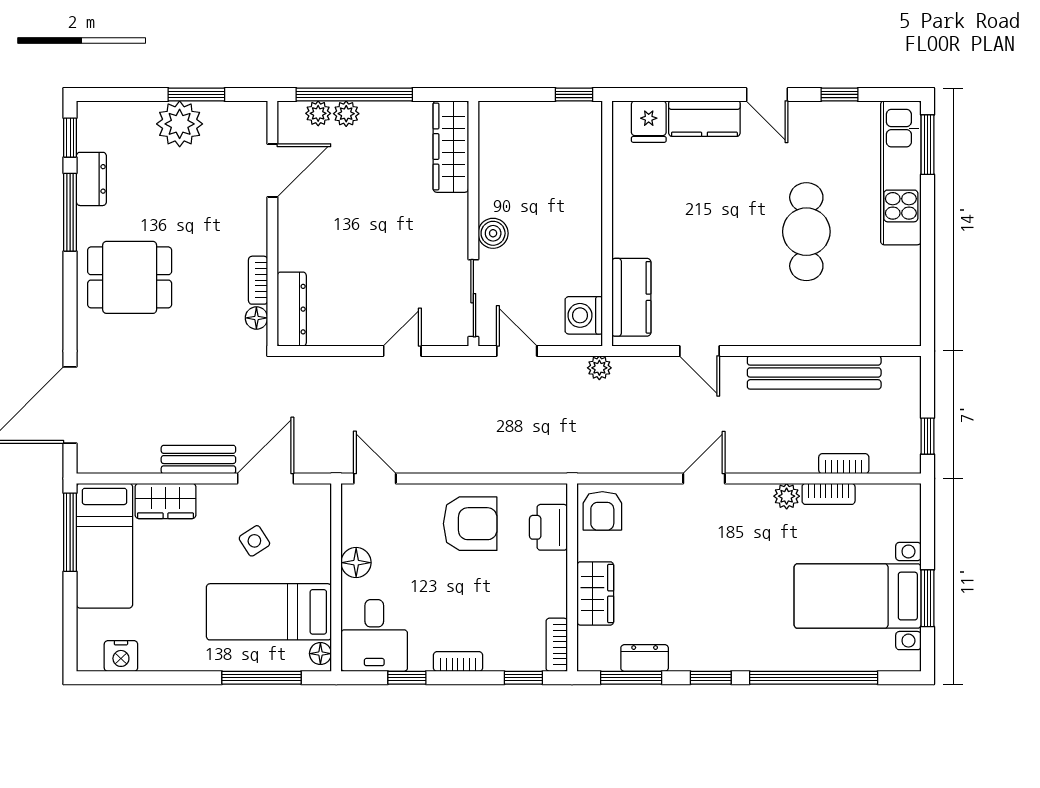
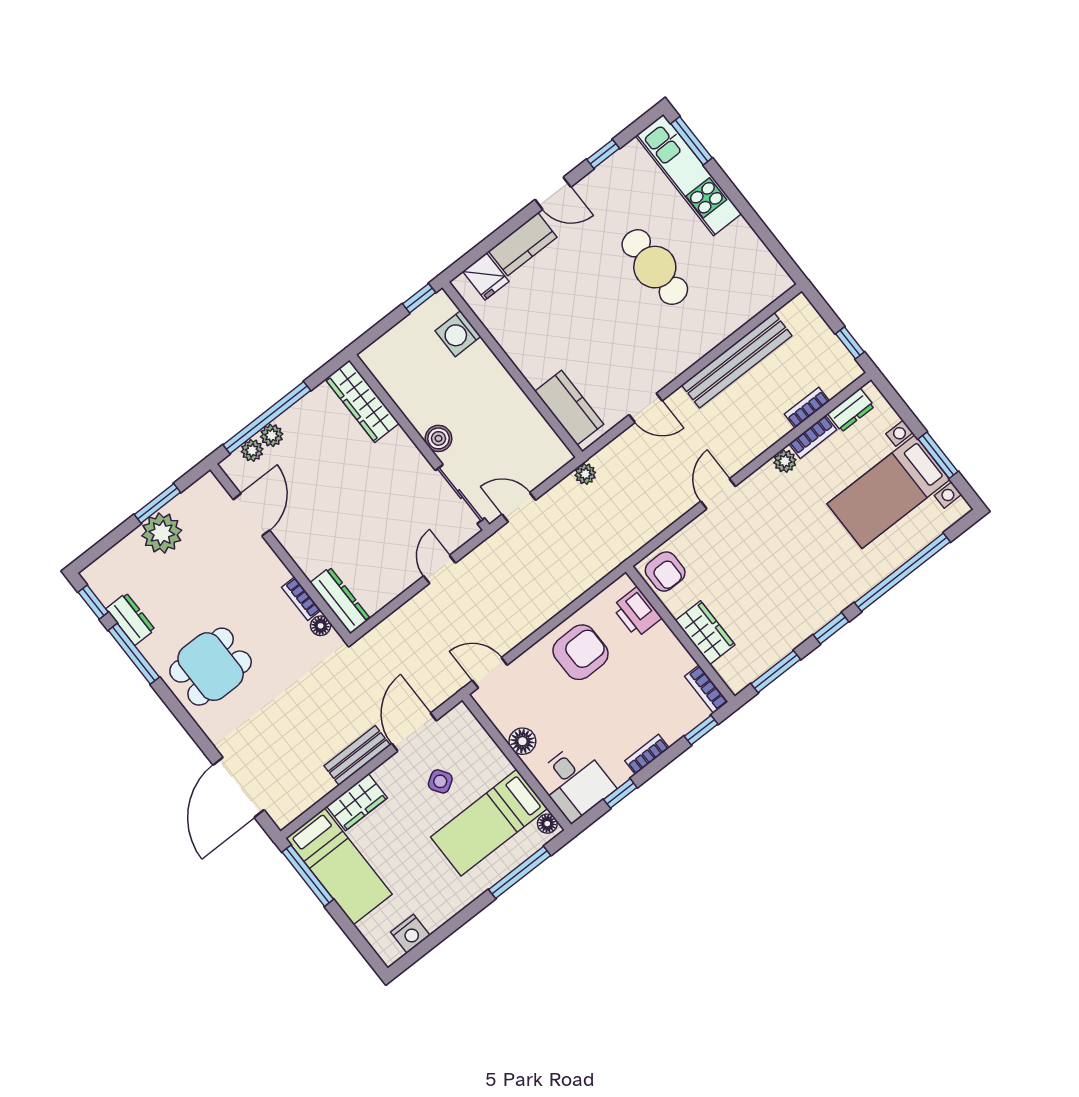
washing machine: (584, 315) -> (458, 334), moved
dresser: (645, 658) -> (851, 410), moved, turned 180

